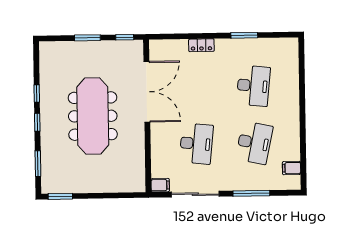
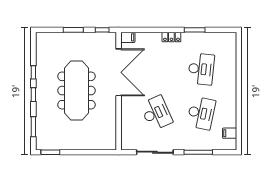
locker: (201, 45) -> (171, 37), moved
desk: (196, 144) -> (156, 113), turned -30
filing cabinet: (160, 185) -> (128, 37), moved

